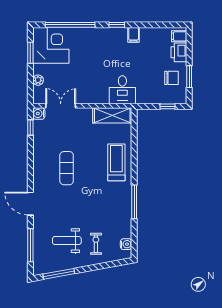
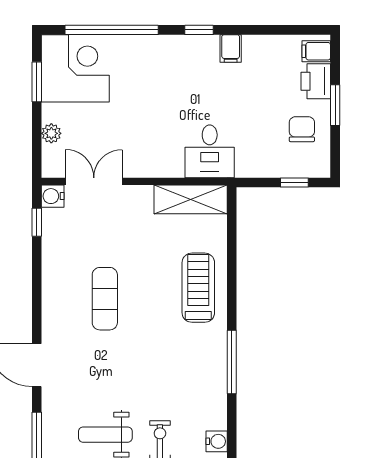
window: (189, 77) -> (335, 105), moved
chair: (172, 78) -> (302, 129), turned -90

